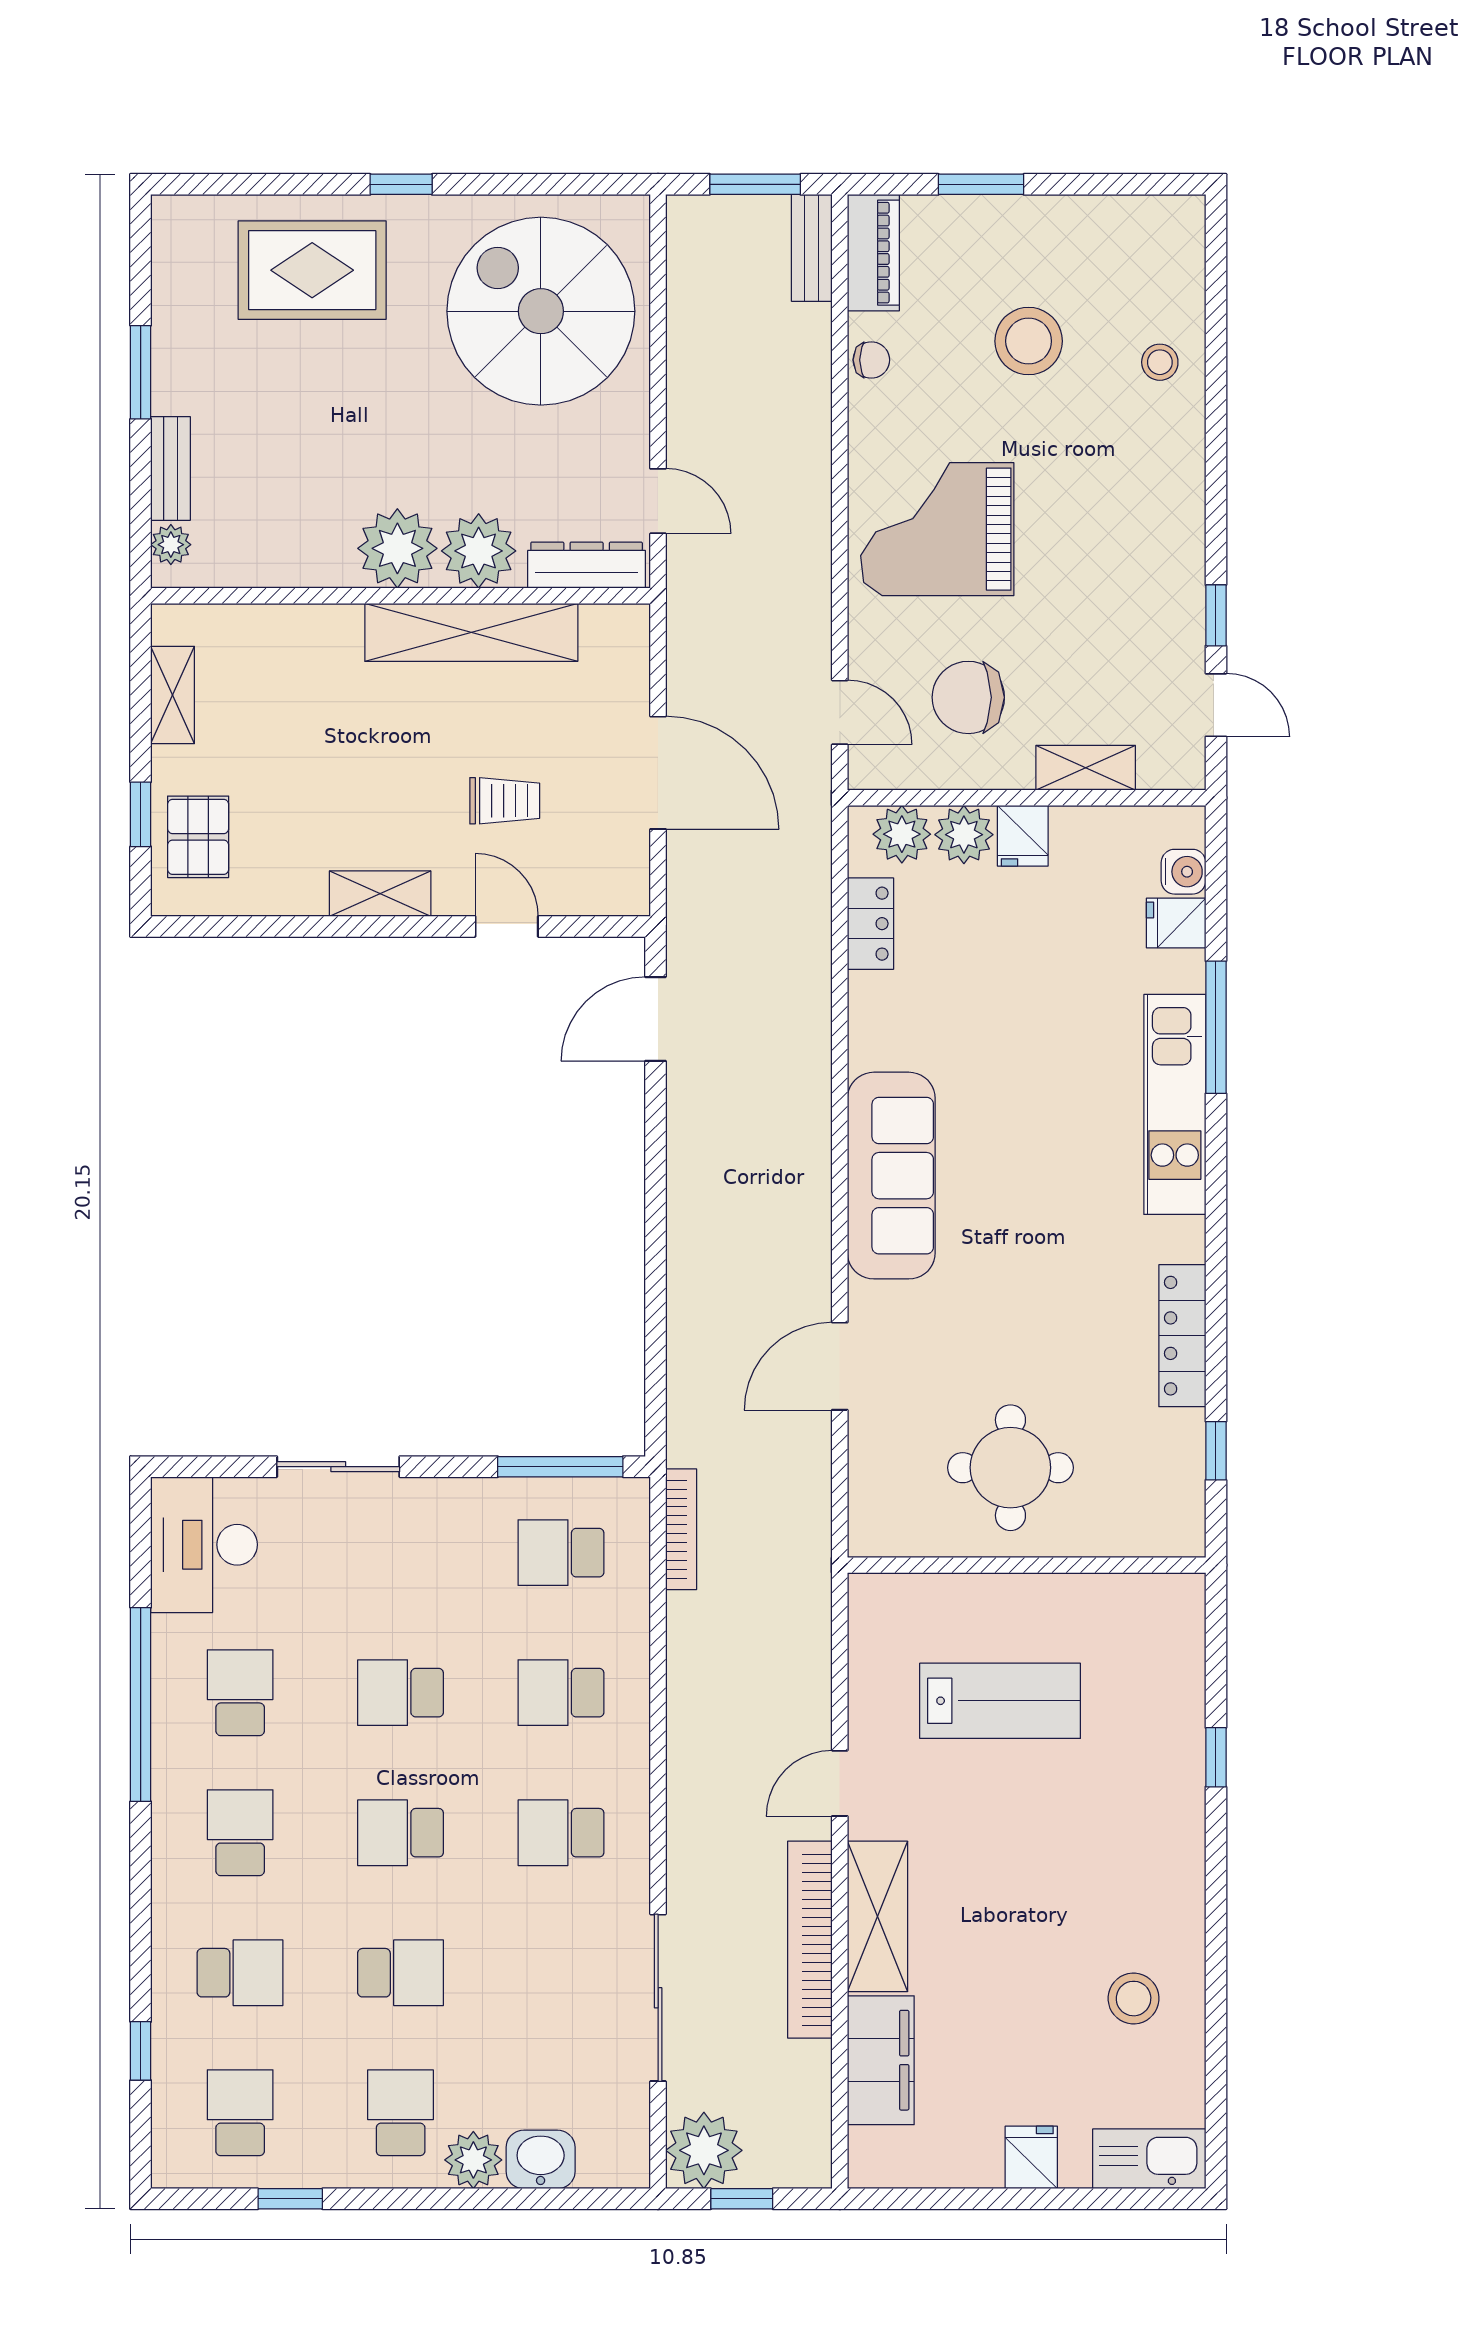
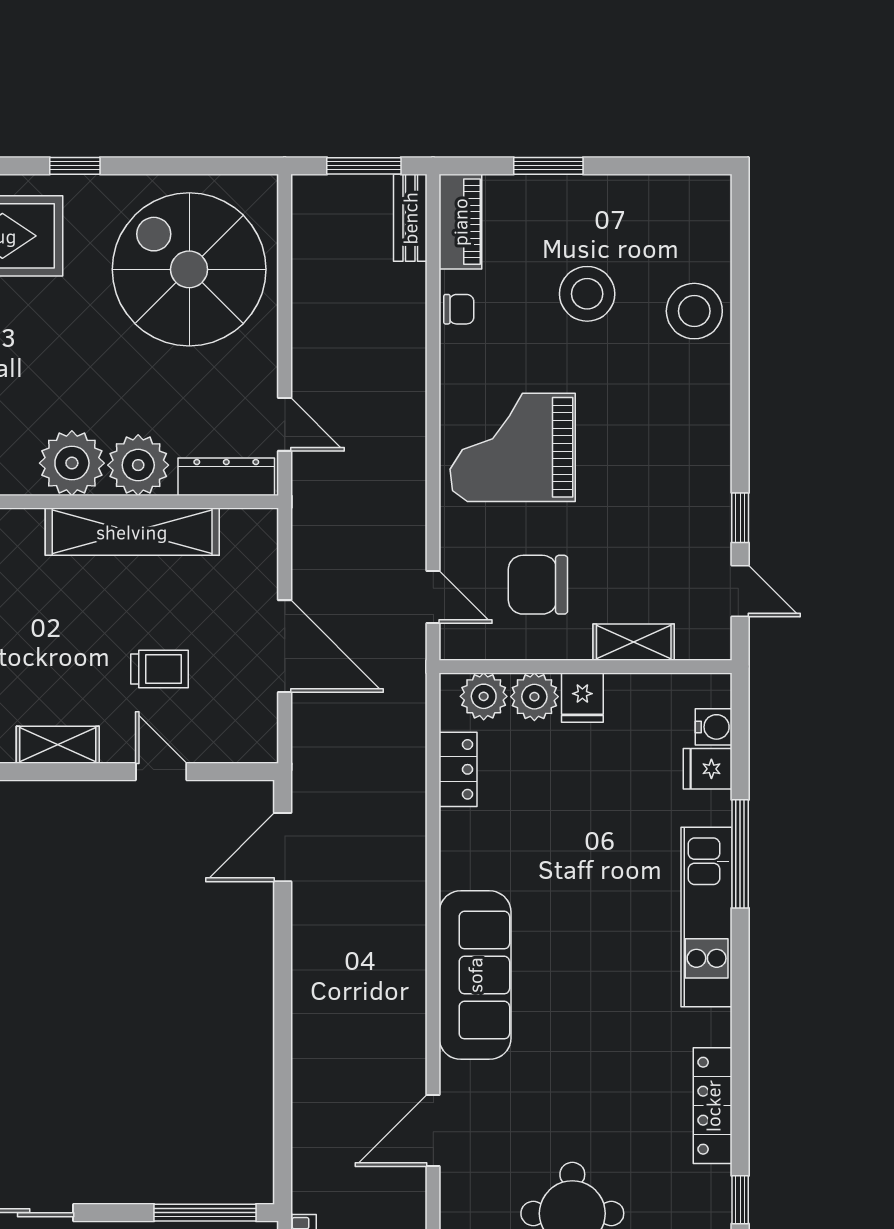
stool: (1160, 362) -> (694, 311), width x1.89, depth x1.89

